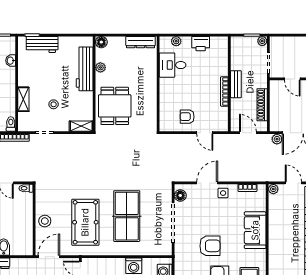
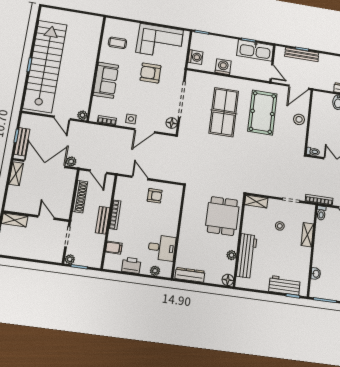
filing cabinet: (221, 59) -> (114, 248), added

